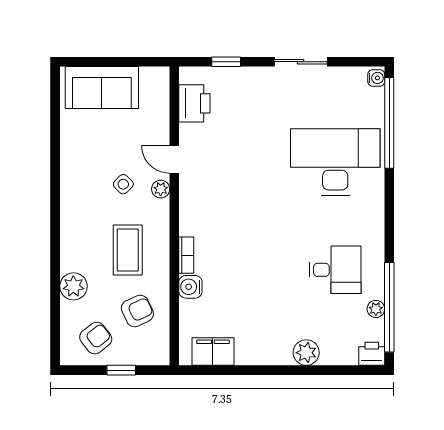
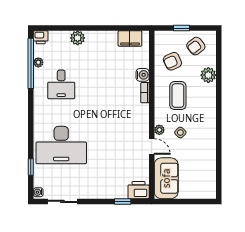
sliding door: (301, 62) -> (62, 201), moved
sofa: (102, 88) -> (166, 178), moved, turned 90
printer: (194, 103) -> (139, 190), moved, turned 90
window: (389, 123) -> (31, 167), width x0.32
desk: (335, 270) -> (61, 84), turned -90

